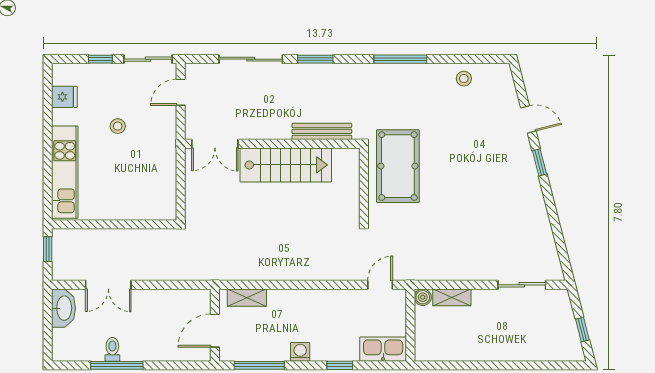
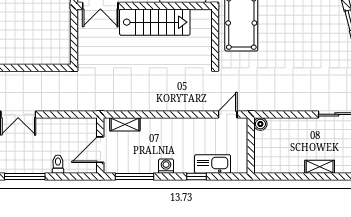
shelving: (452, 297) -> (320, 167), moved
toilet: (112, 349) -> (58, 164), moved
kitchen sink: (383, 349) -> (213, 164), moved

